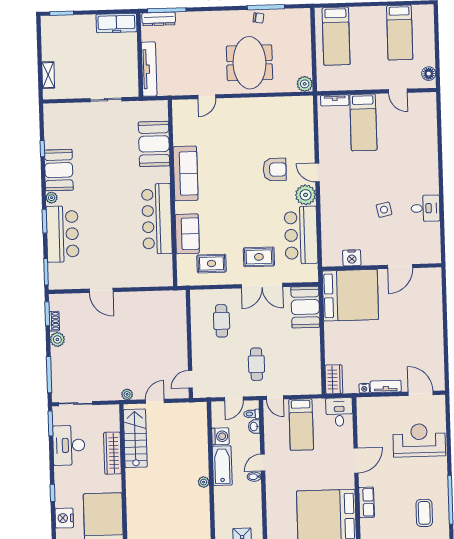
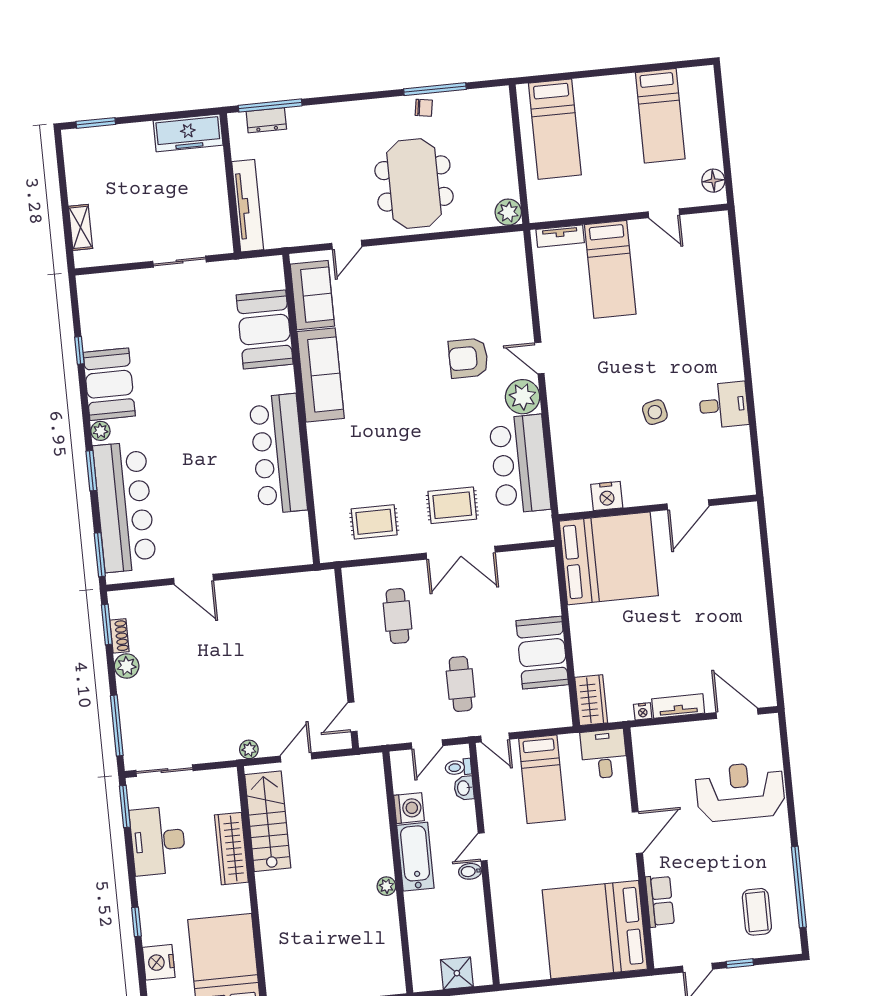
dresser: (159, 19) -> (266, 120), width x0.70
armchair: (275, 170) -> (468, 358), turned 180
bar counter: (63, 234) -> (125, 507), width x1.36
sofa: (187, 234) -> (312, 295), moved
booth: (305, 307) -> (542, 653), moved

